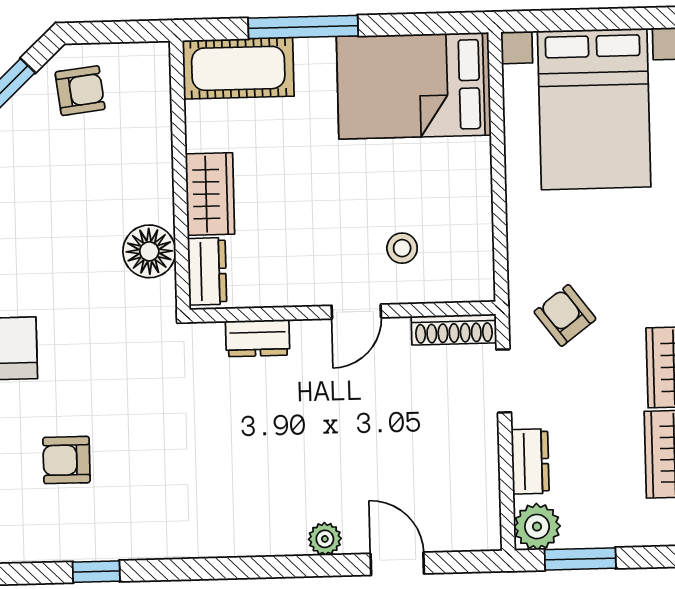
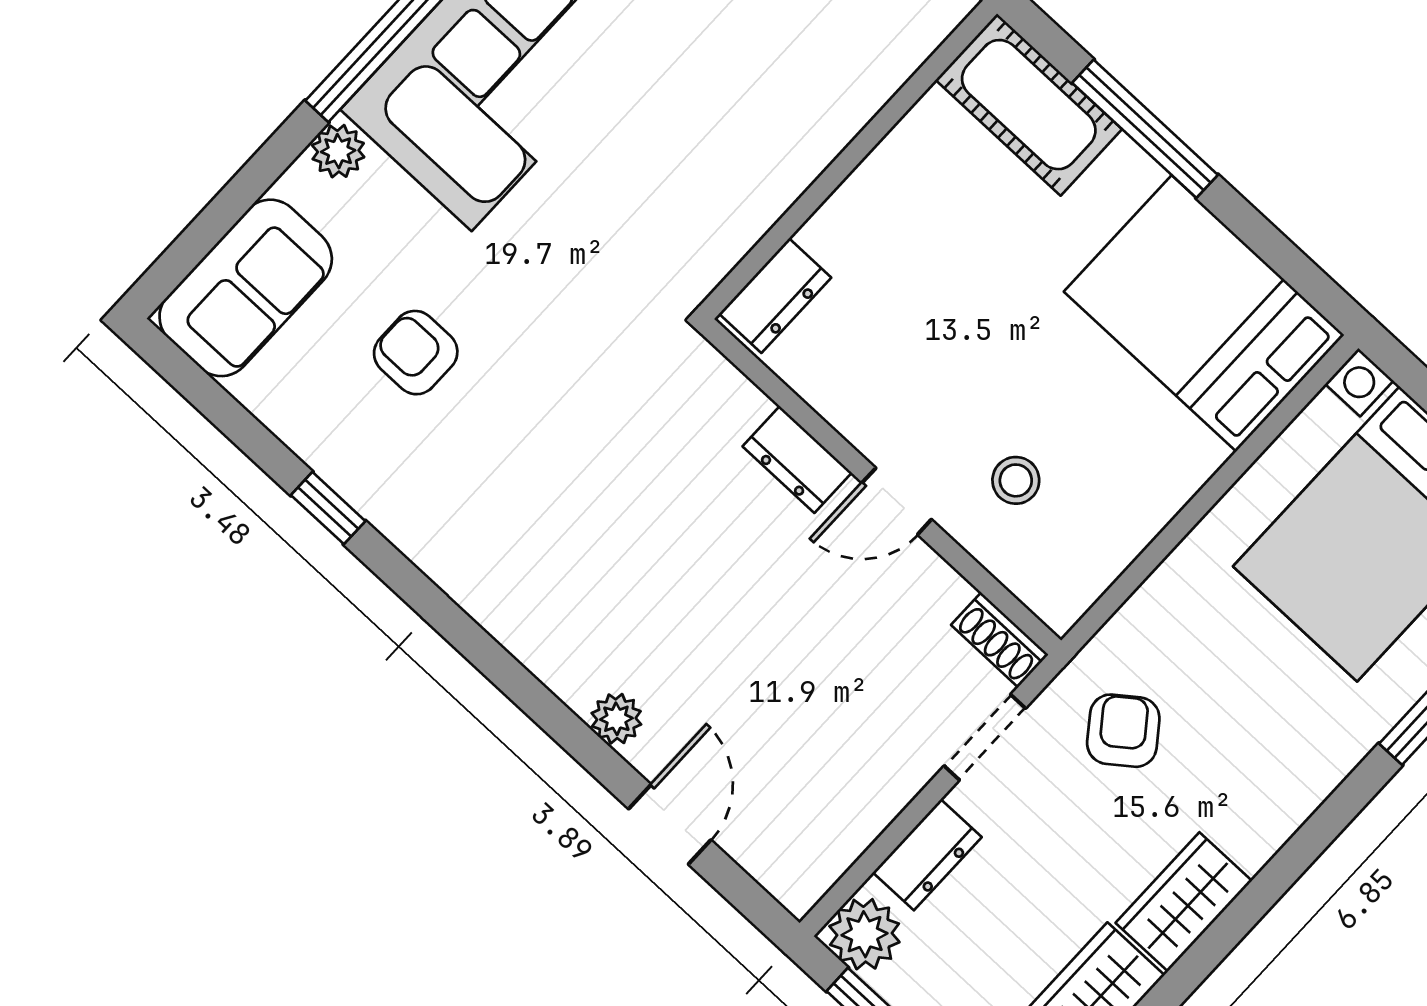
wardrobe: (210, 194) -> (862, 213), removed
floor lamp: (149, 251) -> (733, 211), removed
shoe rack: (454, 330) -> (1000, 640), width x0.70
dresser: (258, 338) -> (797, 460), moved

